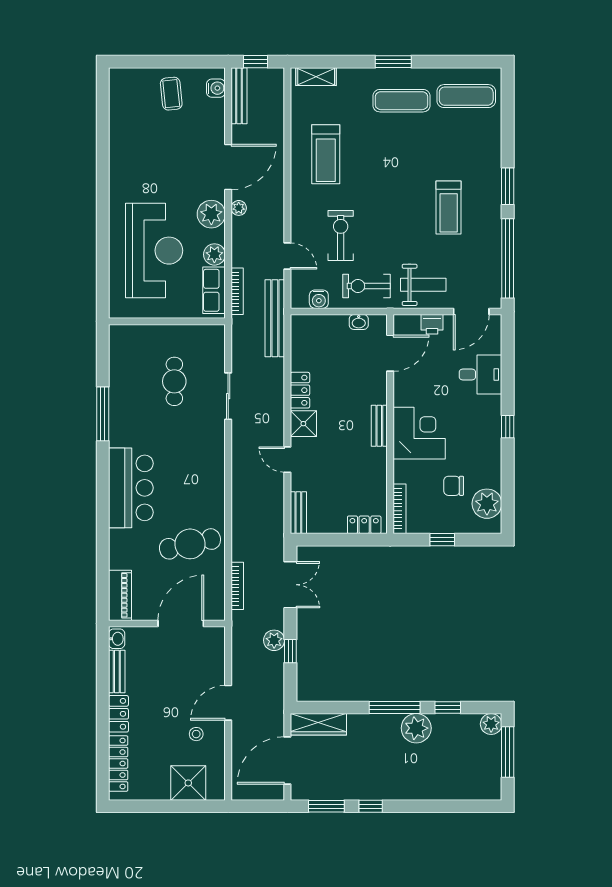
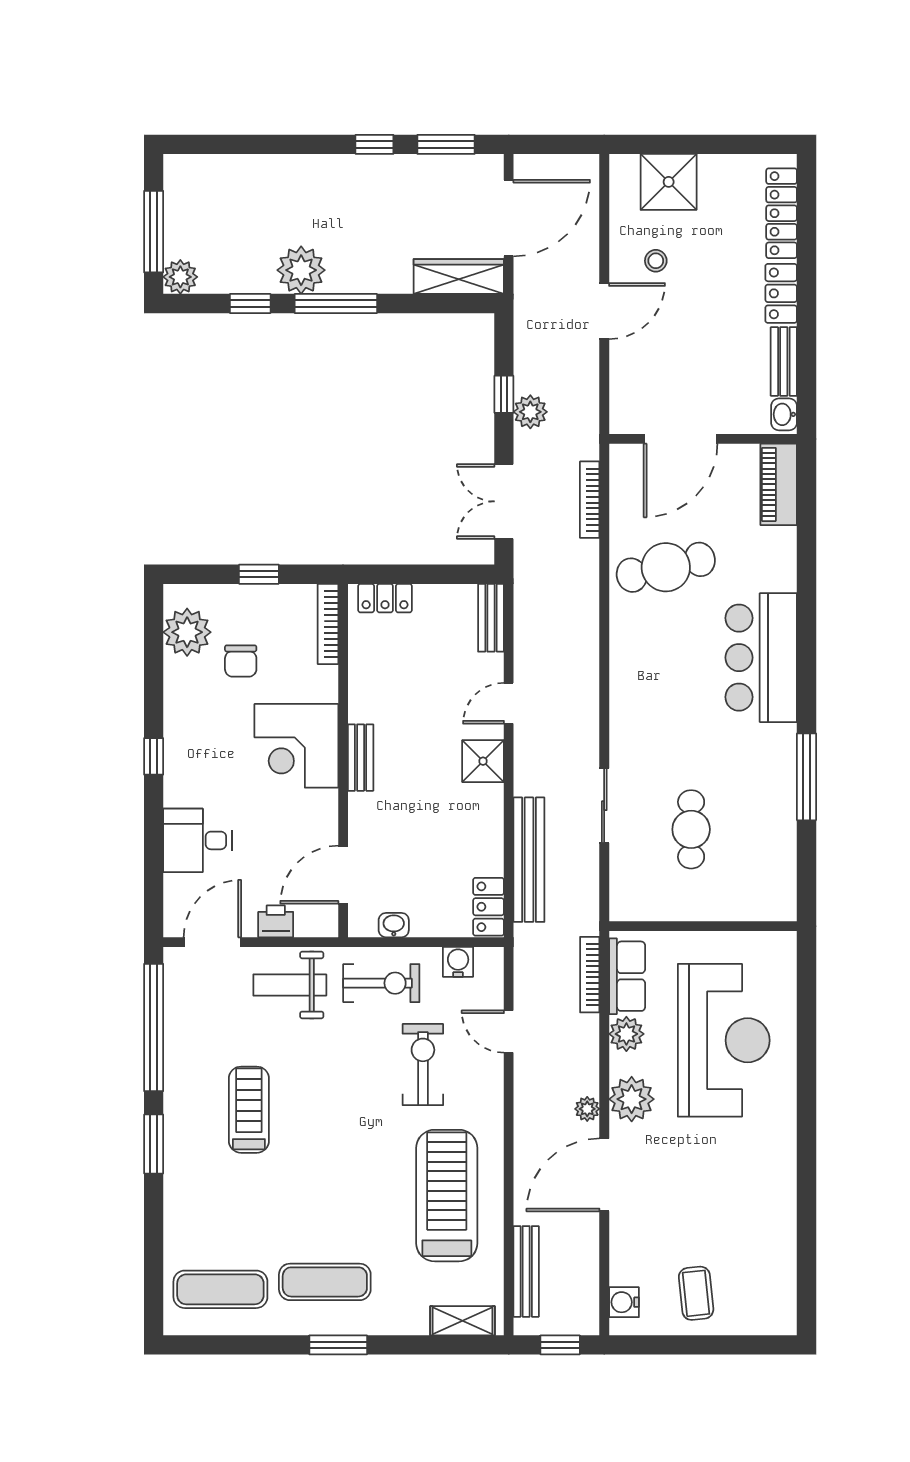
bench: (239, 96) -> (526, 1271), moved
treadmill: (326, 154) -> (447, 1196), width x1.37, depth x1.38
exercise bike: (341, 235) -> (423, 1065), turned 180
reception desk: (154, 251) -> (724, 1040), turned 180
bench: (275, 318) -> (529, 860), moved
locker: (300, 390) -> (488, 907), moved
door: (287, 460) -> (509, 703), swing flipped
chair: (454, 486) -> (241, 661), turned 90

